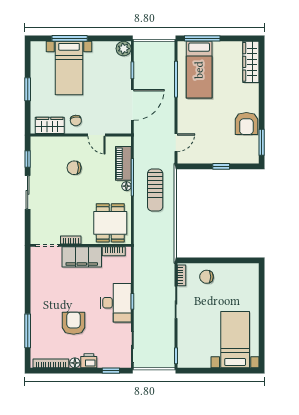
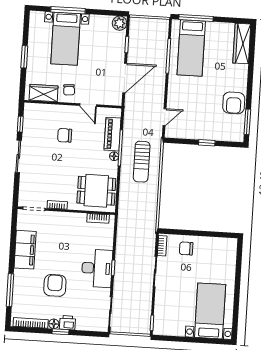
dining table: (110, 223) -> (96, 191), turned 90
filing cabinet: (82, 257) -> (25, 250), moved, turned -90
window: (111, 371) -> (61, 332), moved

